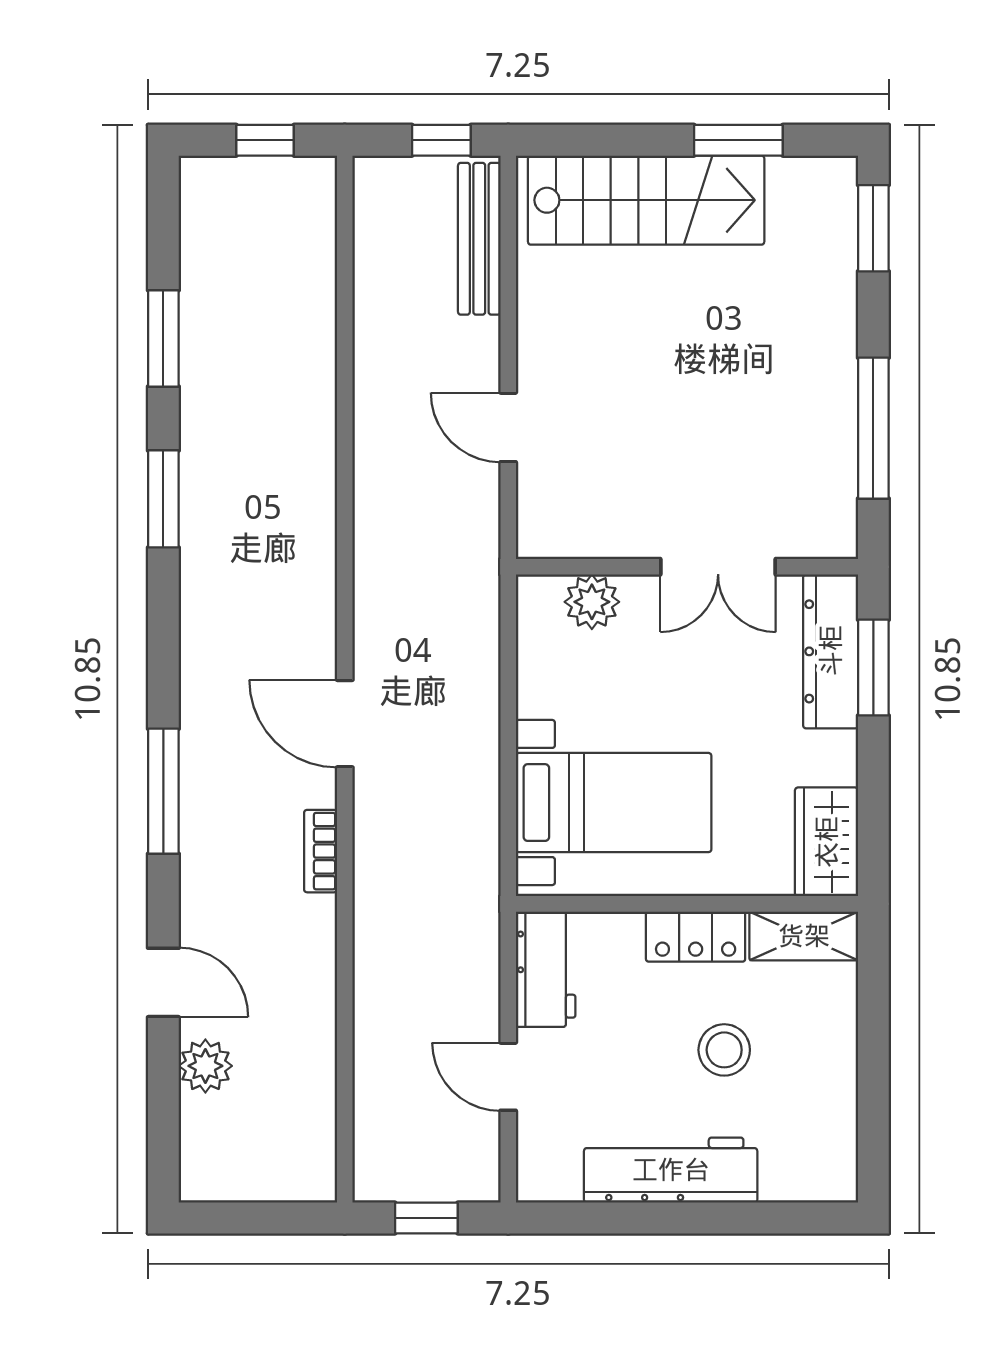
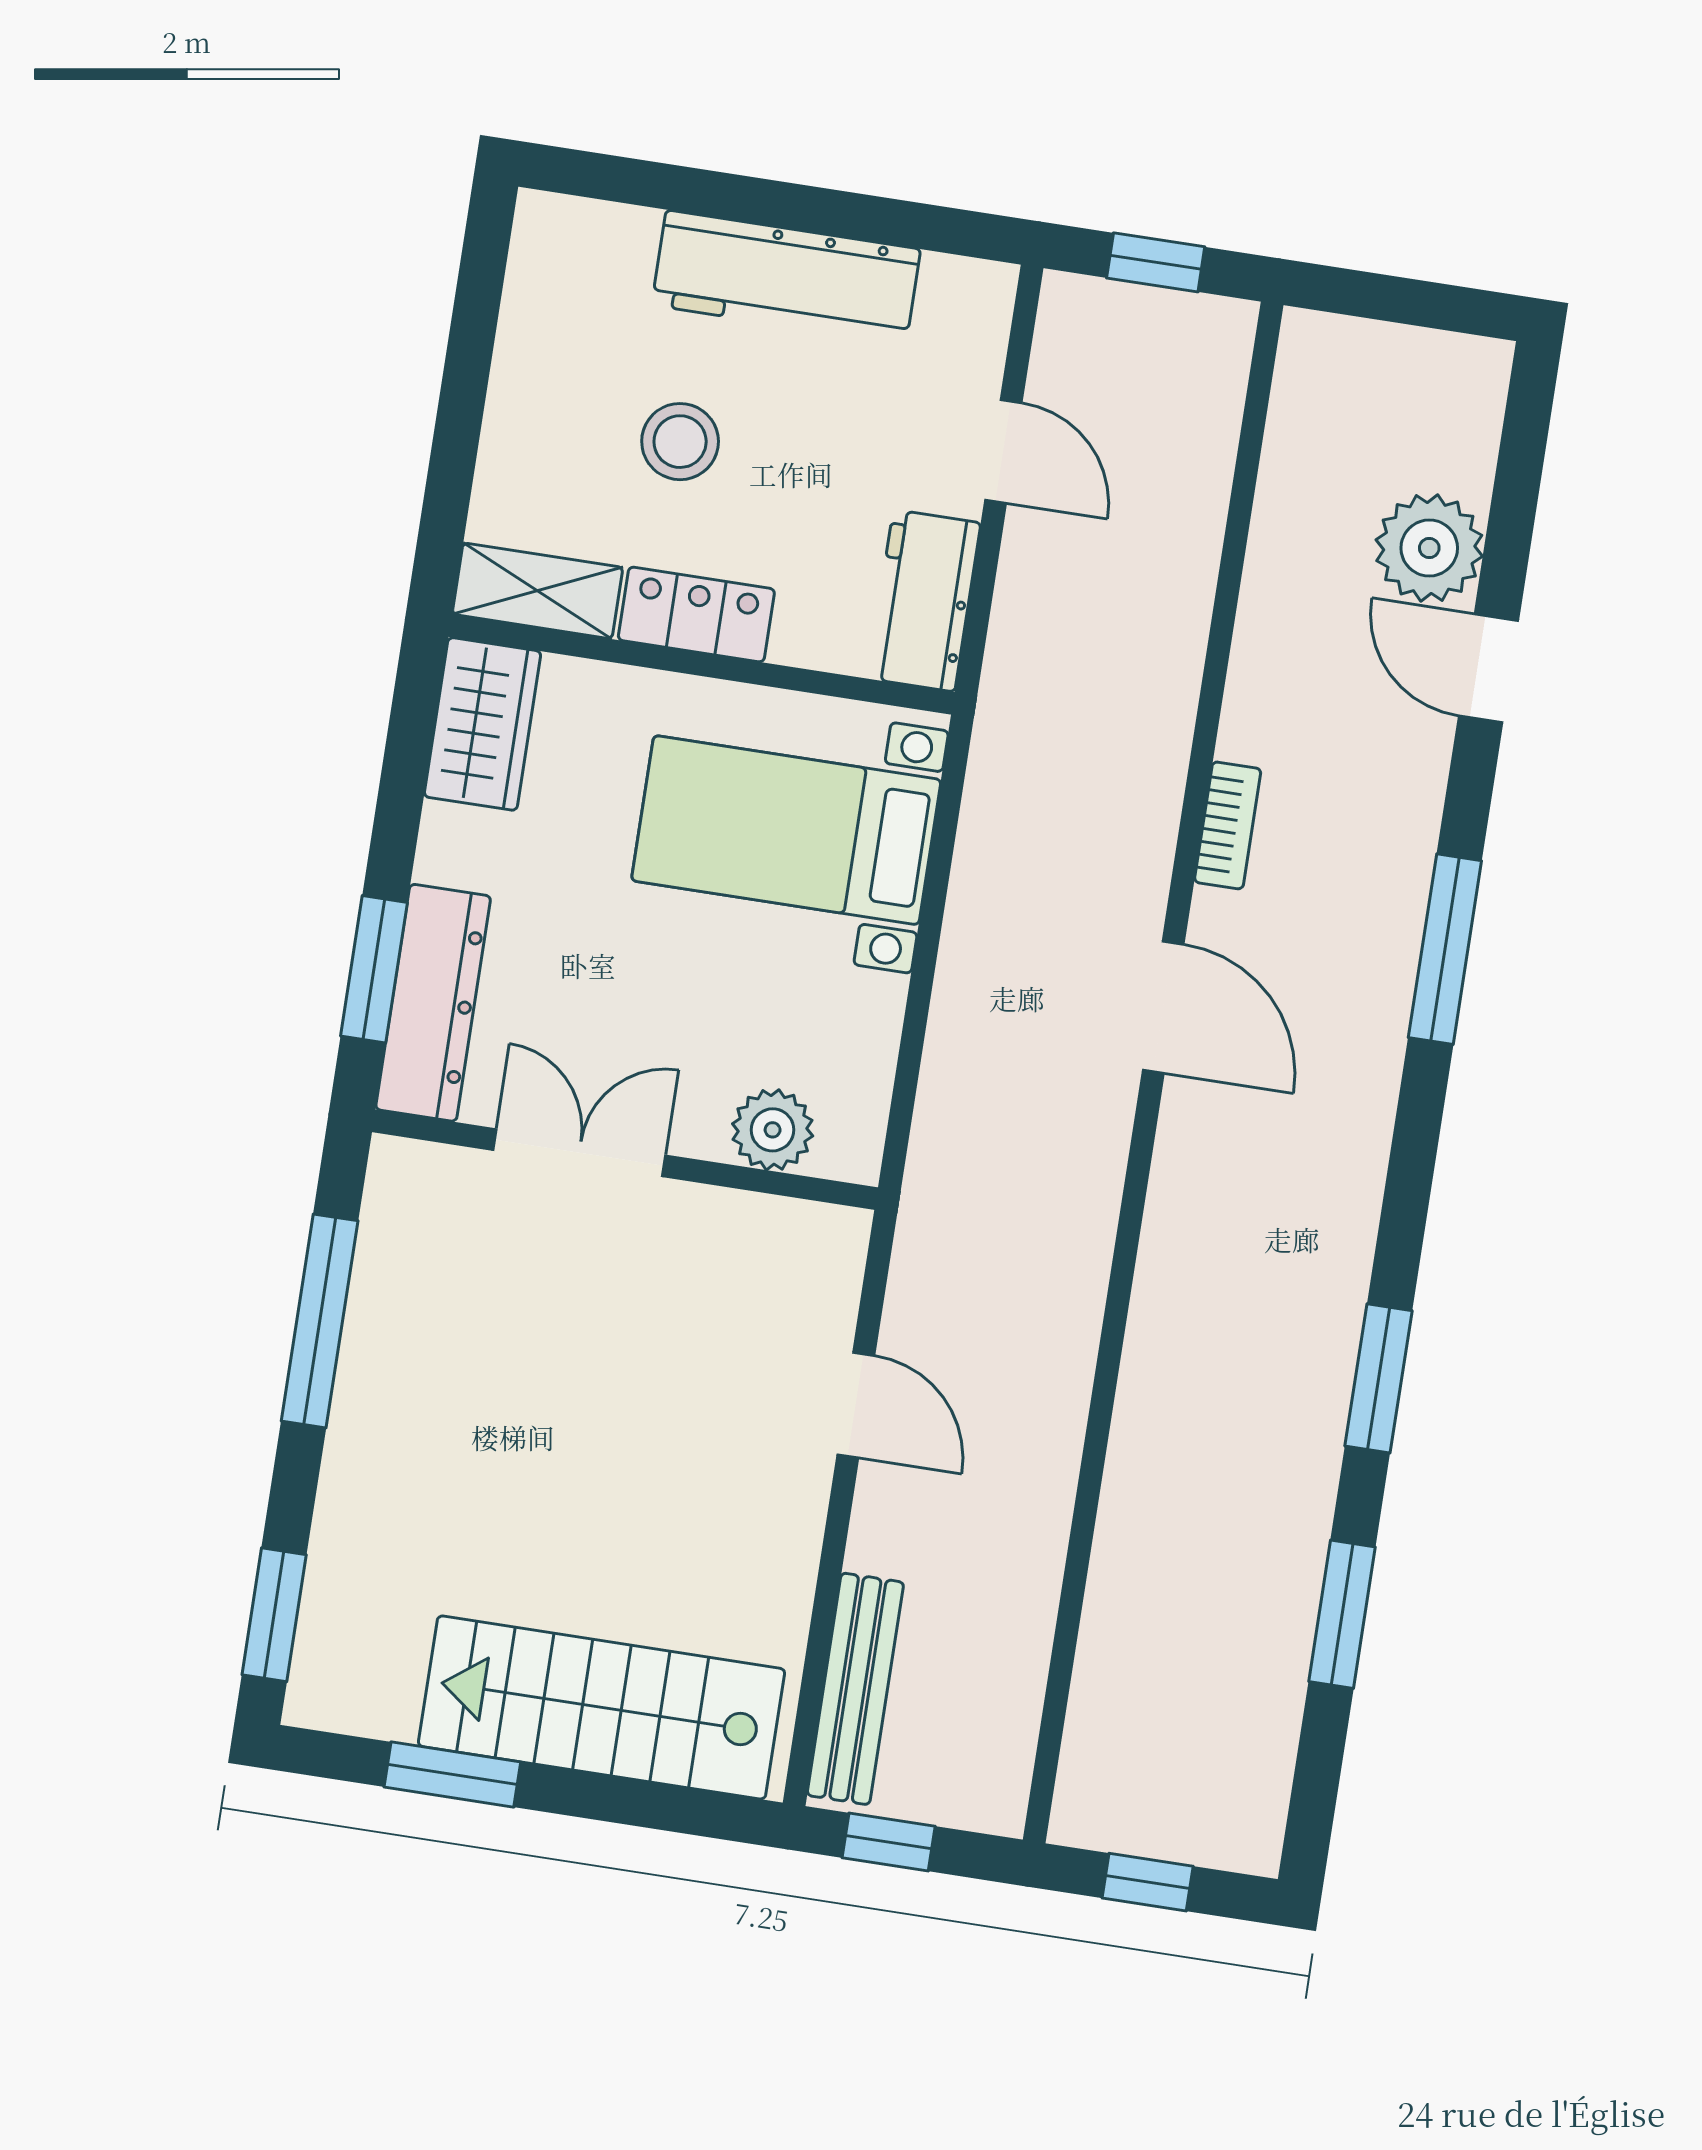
plant: (205, 1066) -> (1429, 548), width x1.36, depth x1.36

